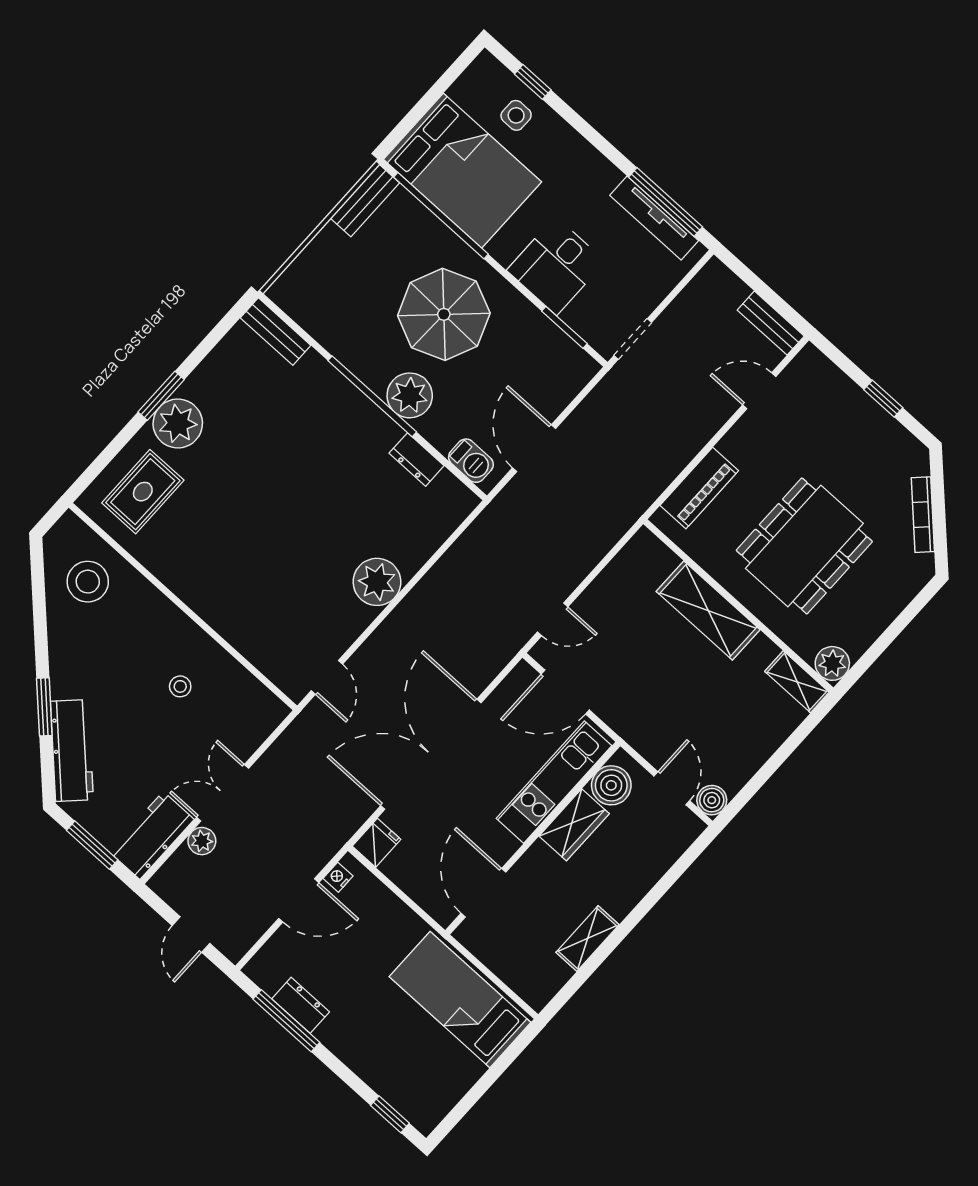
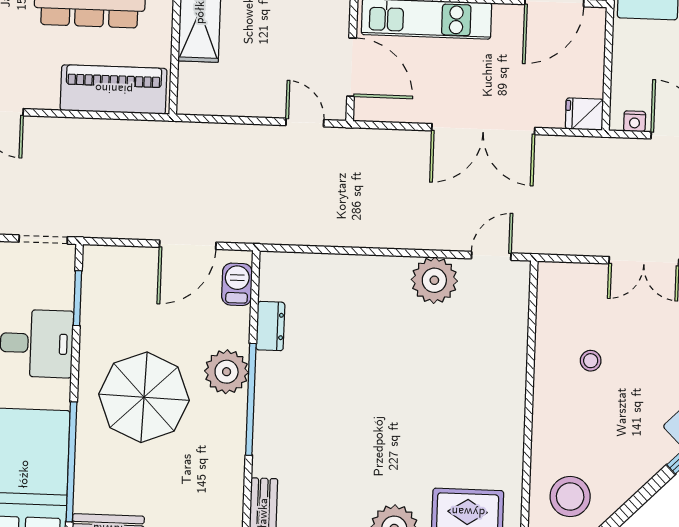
piano: (699, 488) -> (114, 89), width x1.37, depth x1.33
plant: (377, 582) -> (434, 280), moved
double door: (431, 754) -> (483, 129), width x0.73

